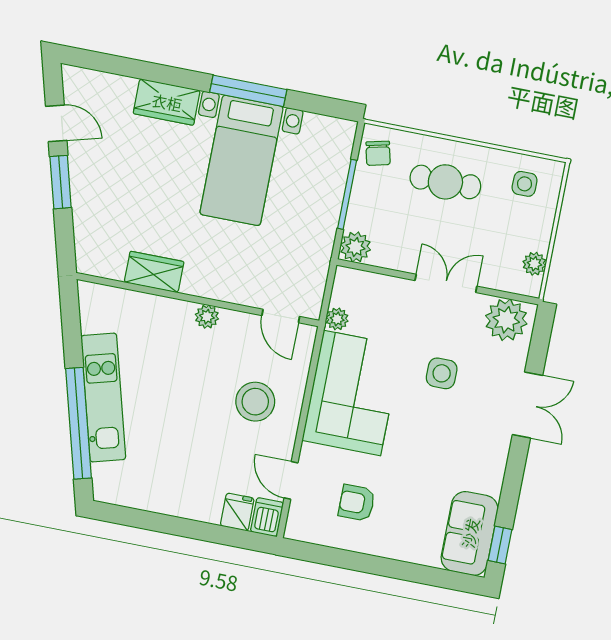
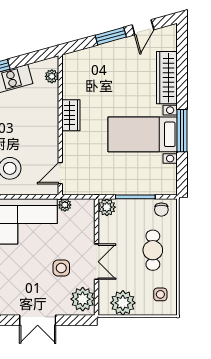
wardrobe: (167, 102) -> (167, 78), width x1.50
chair: (378, 153) -> (161, 210), turned -77
plant: (534, 264) -> (123, 303), width x1.88, depth x1.88
wardrobe: (154, 272) -> (71, 115), moved
plant: (207, 317) -> (52, 76), moved
side table: (442, 373) -> (61, 268), moved

